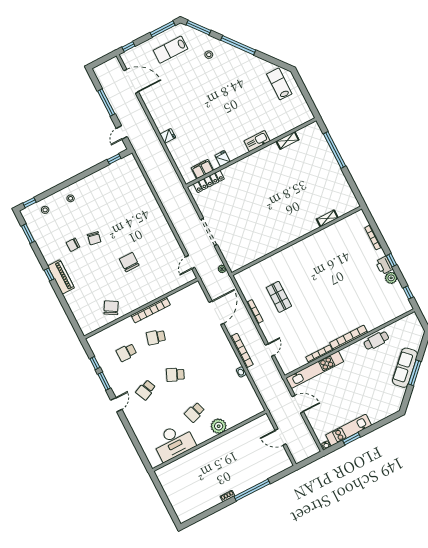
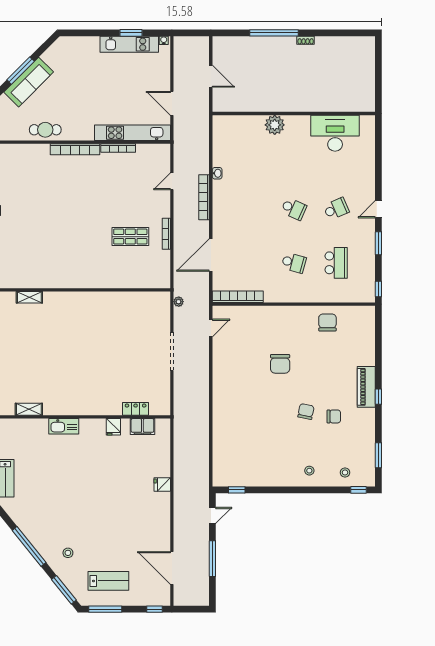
locker: (209, 181) -> (136, 409), width x0.66
shop shelf: (279, 297) -> (130, 237), turned 90
chair: (111, 308) -> (327, 323), turned 150
bookcase: (151, 310) -> (238, 297), moved
school desk: (126, 352) -> (336, 263), width x1.85
window: (95, 363) -> (378, 289), moved
school desk: (195, 412) -> (294, 155), removed

